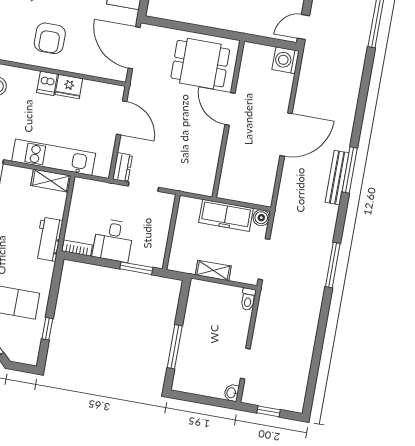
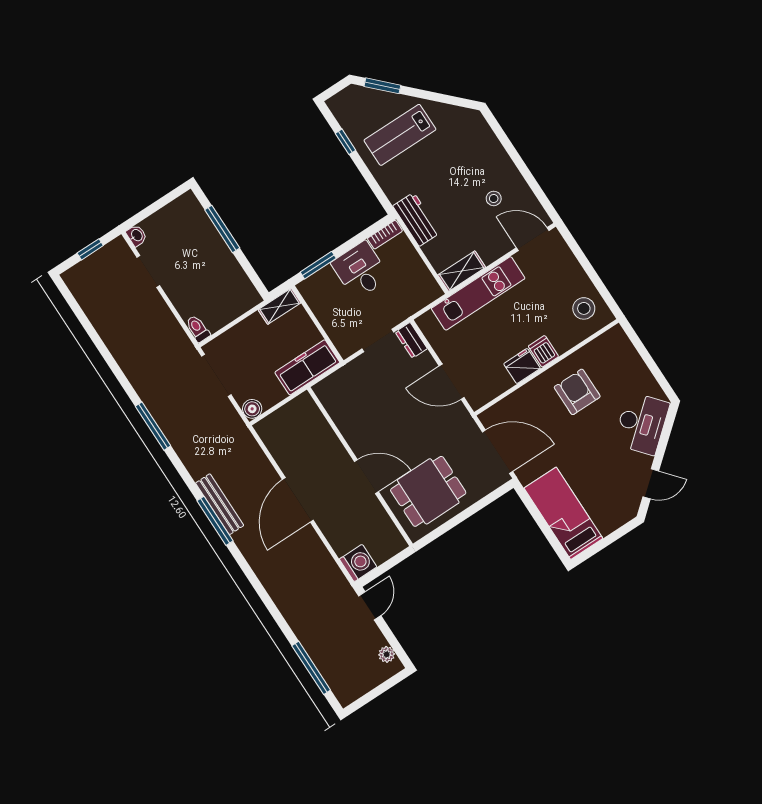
freezer: (226, 215) -> (307, 367), moved
shelving: (213, 271) -> (280, 306), moved

